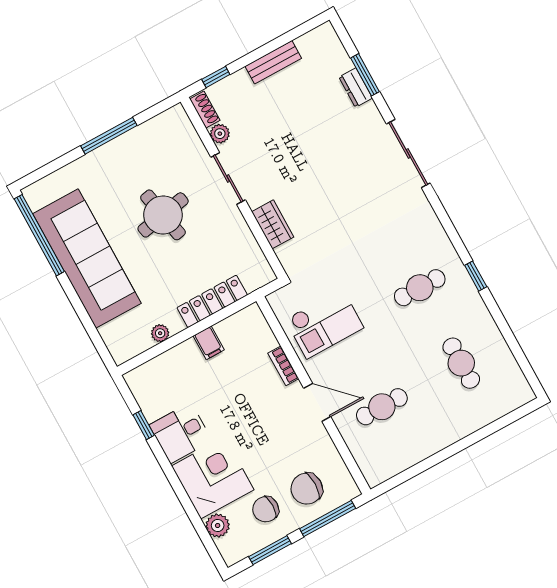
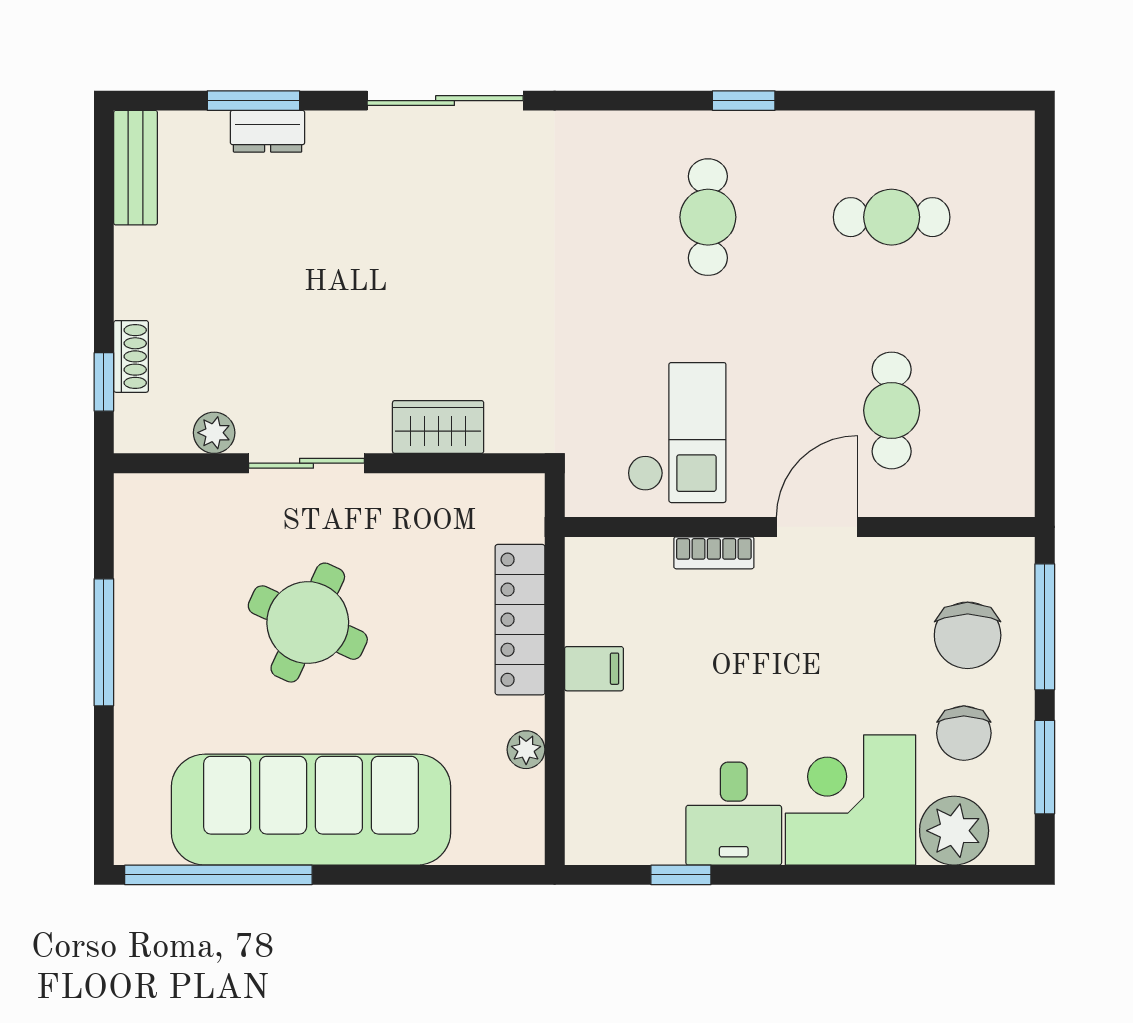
bench: (273, 62) -> (136, 168), moved
shoe rack: (205, 110) -> (131, 356), moved, turned 90
round table: (163, 215) -> (308, 623), turned 36
plant: (218, 525) -> (954, 831), width x1.36, depth x1.36

